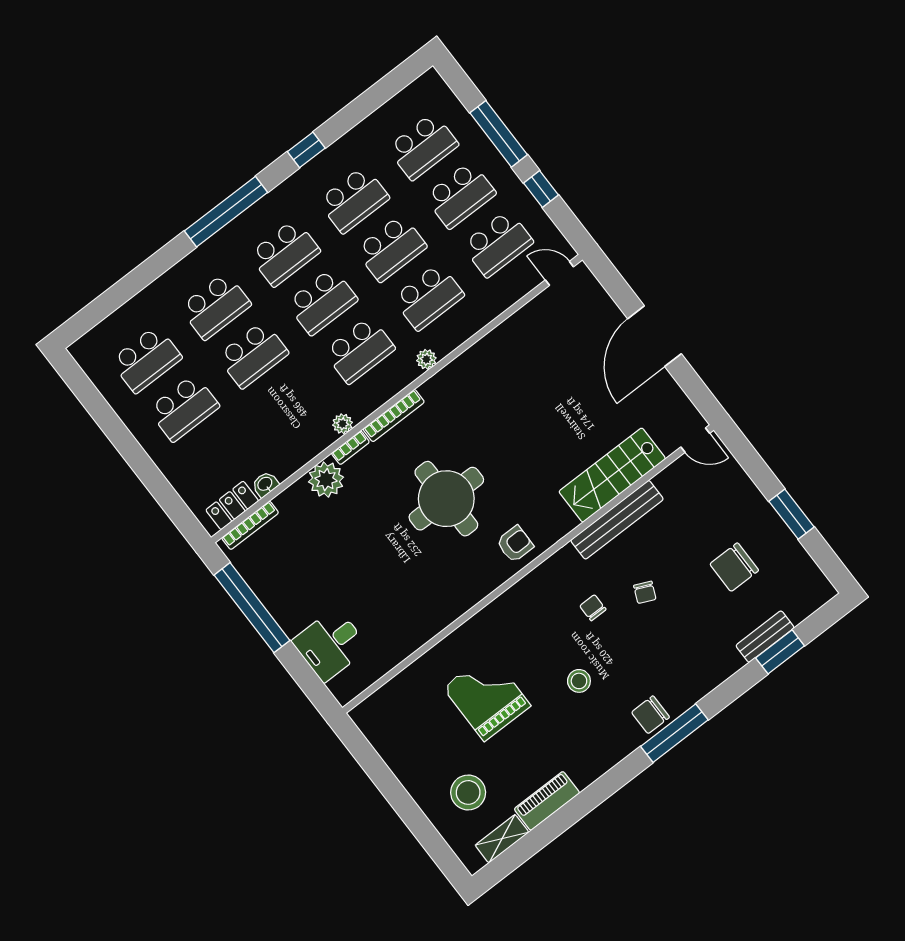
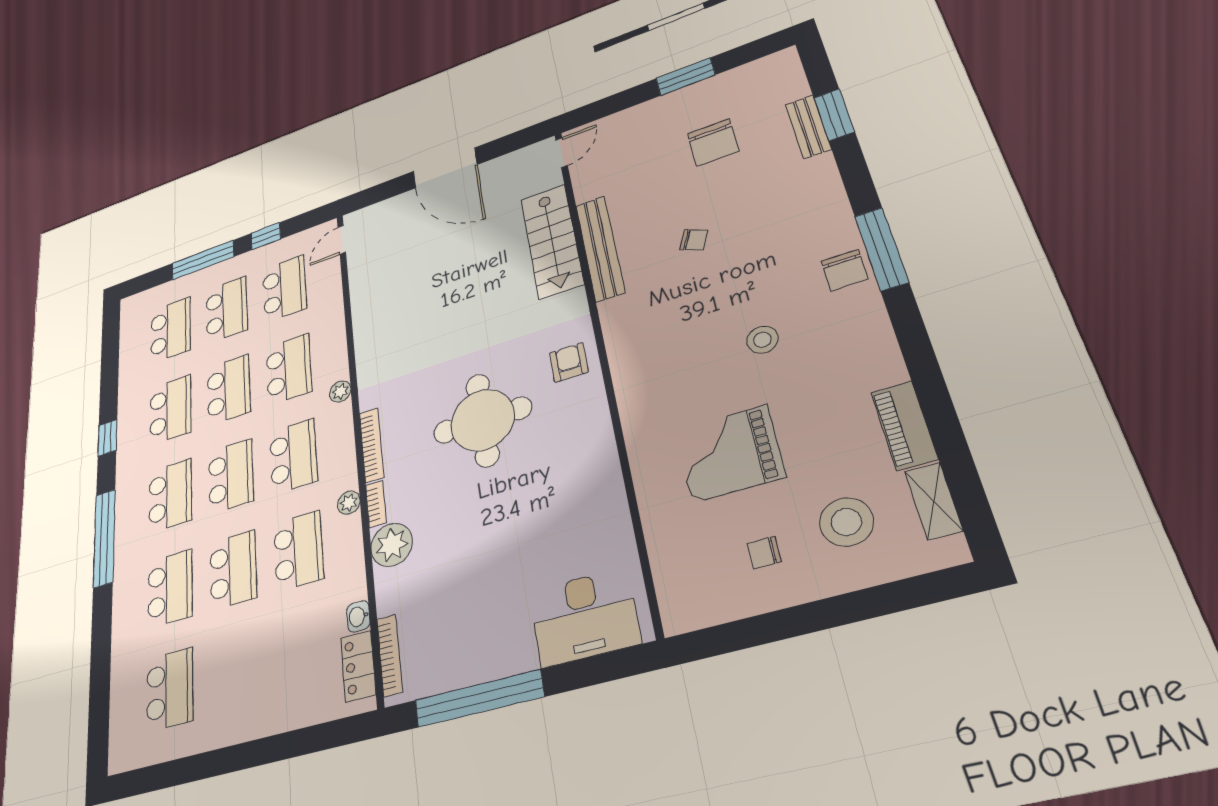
school desk: (184, 408) -> (298, 551), moved
chair: (593, 608) -> (764, 552), moved
desk: (330, 645) -> (584, 617), width x1.37

